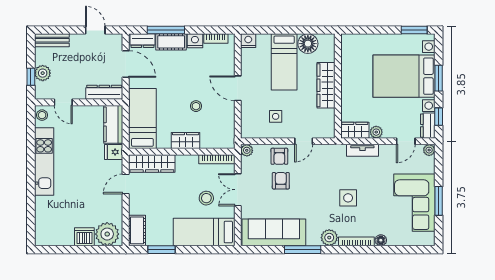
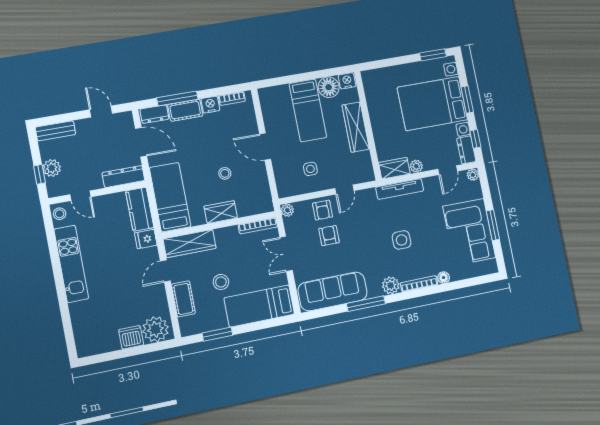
nightstand: (248, 41) -> (347, 81), moved
tv unit: (362, 150) -> (400, 189), width x1.41
stool: (206, 198) -> (221, 282), moved
cot: (137, 230) -> (183, 299), moved

